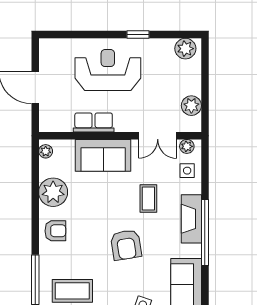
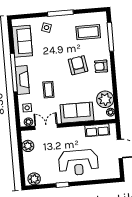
row of seats: (94, 122) -> (97, 130), moved
plant: (53, 192) -> (105, 99), moved
armchair: (126, 245) -> (78, 65), moved

